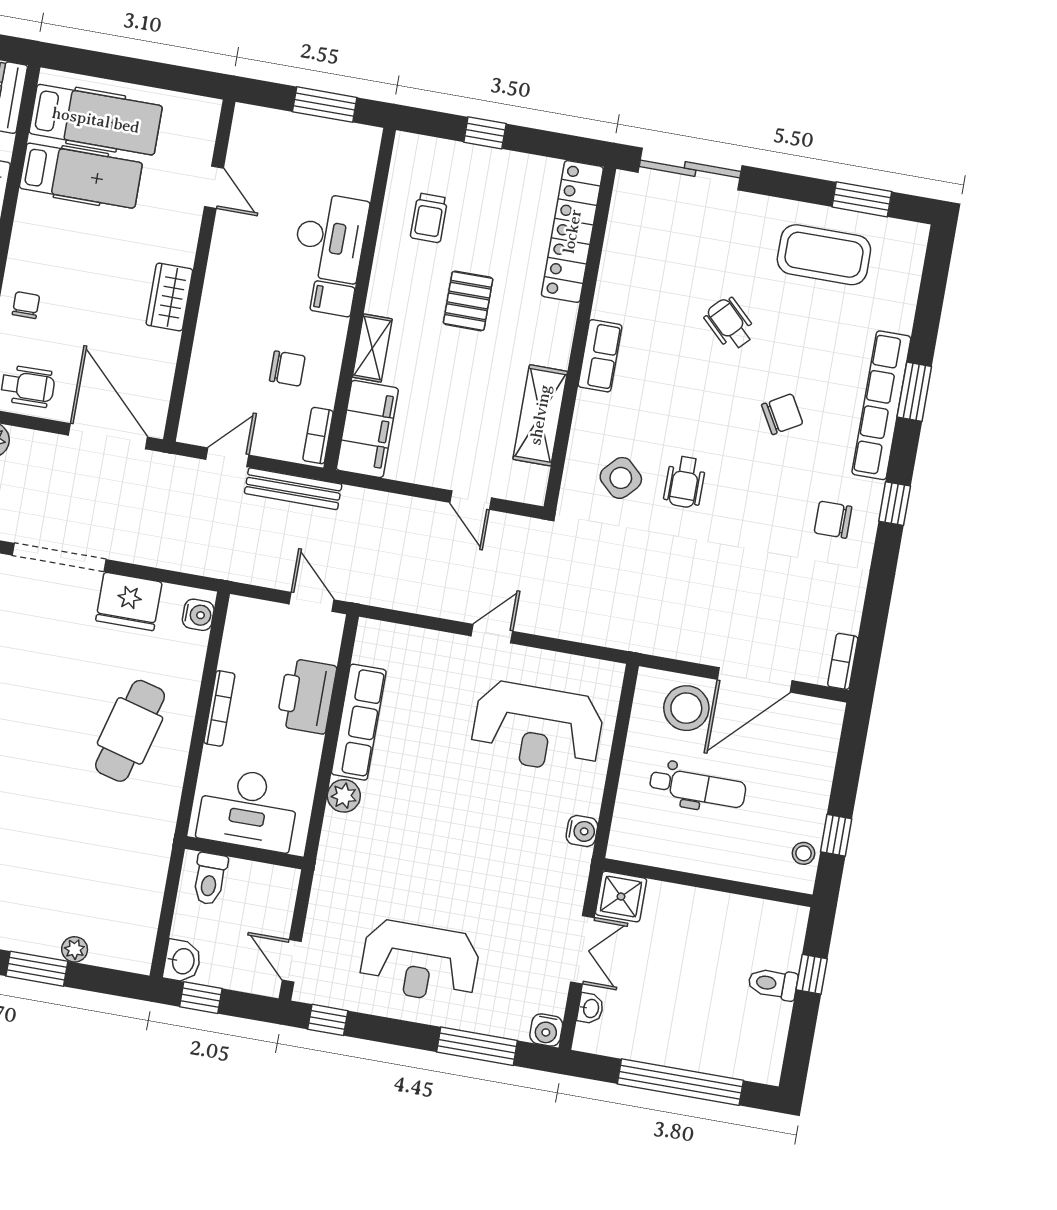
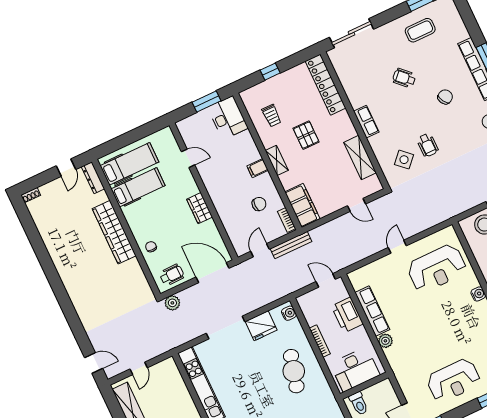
desk: (330, 238) -> (228, 118), moved
coffee table: (824, 255) -> (420, 30), width x0.73, depth x0.76
shelving: (372, 348) -> (277, 160), moved

